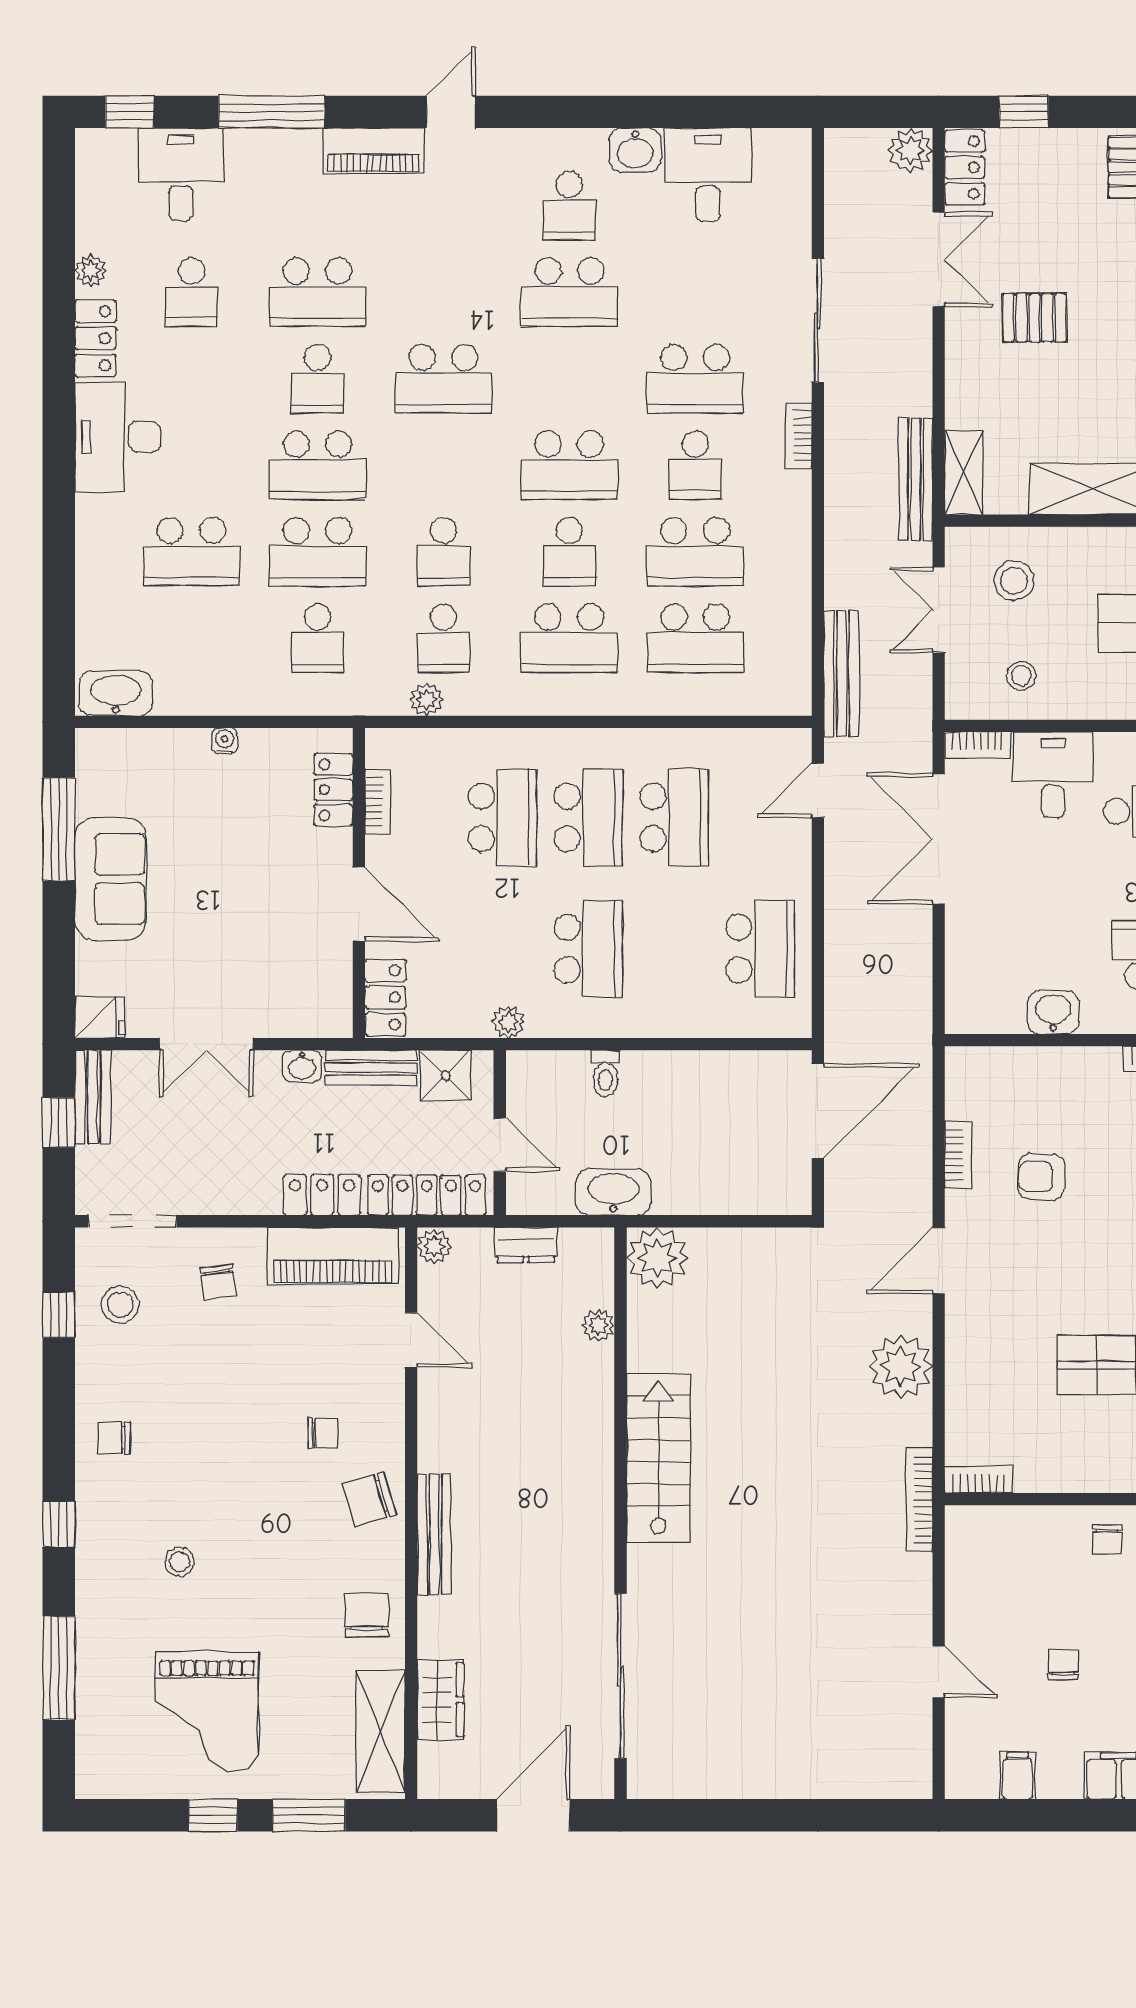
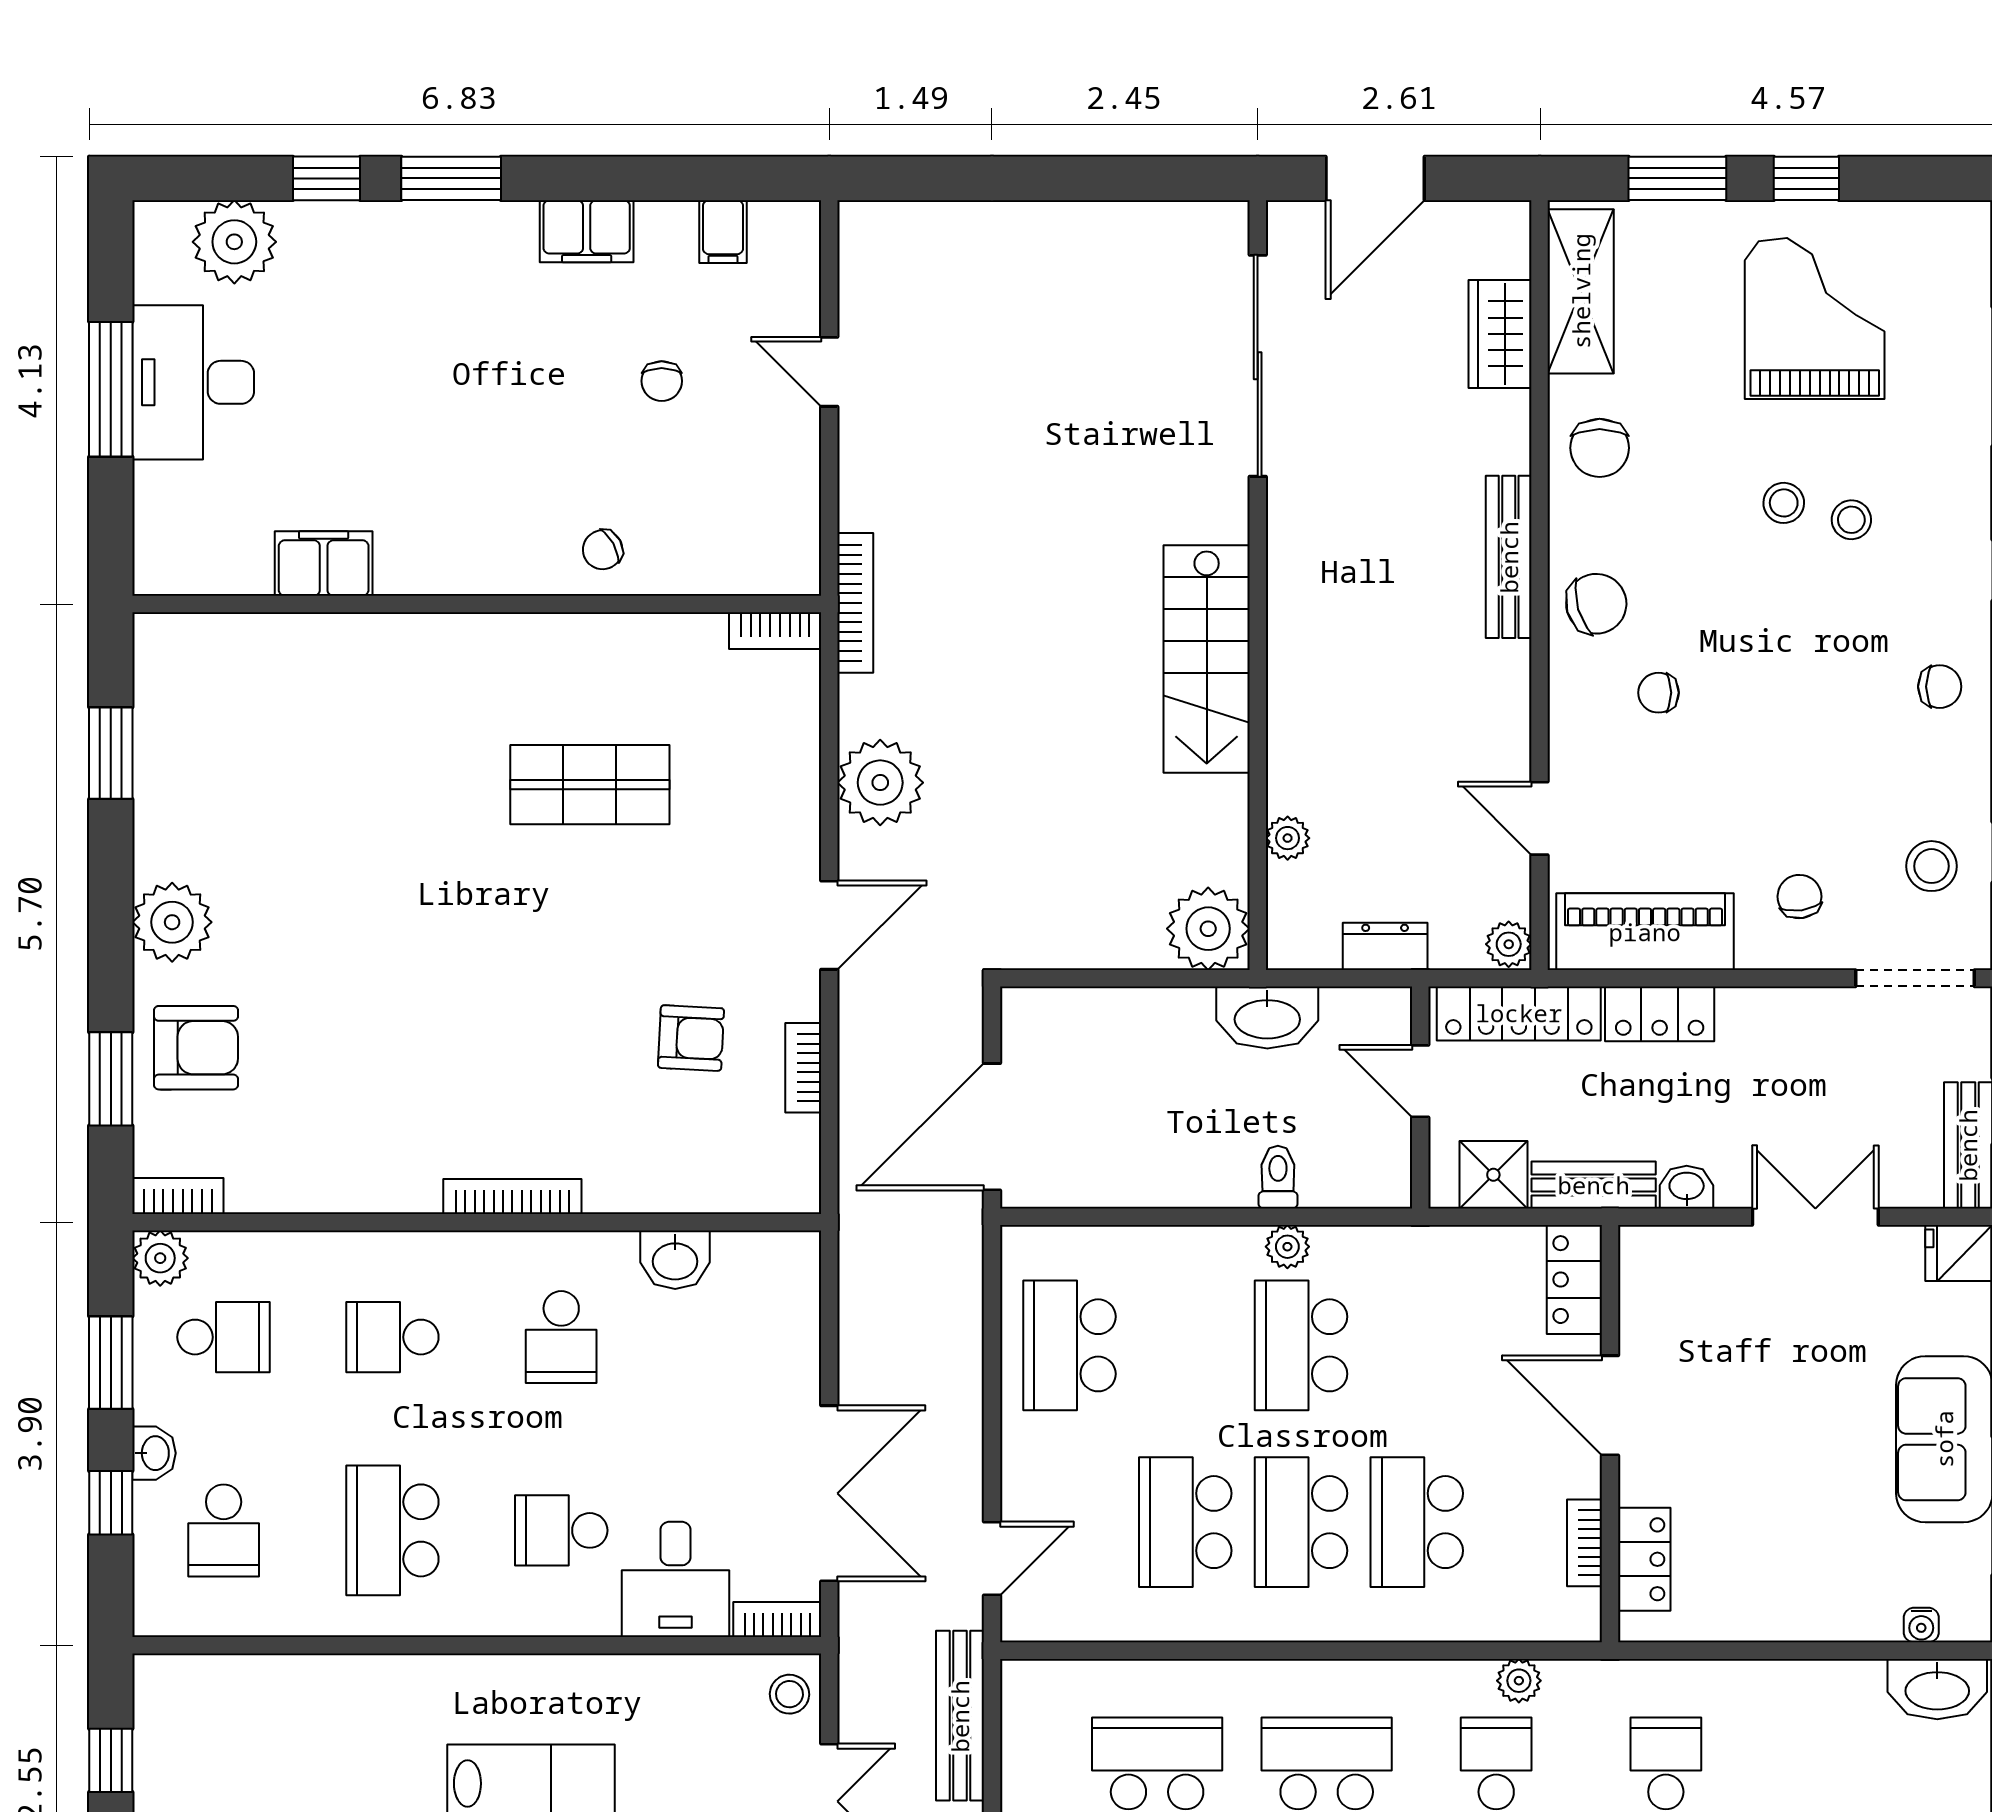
stool: (1021, 676) -> (789, 1694), moved
water cooler: (225, 741) -> (1921, 1625), moved
plant: (508, 1022) -> (1287, 1247), moved
chair: (1107, 1539) -> (603, 550), turned -119
stool: (230, 1574) -> (1784, 503), added

